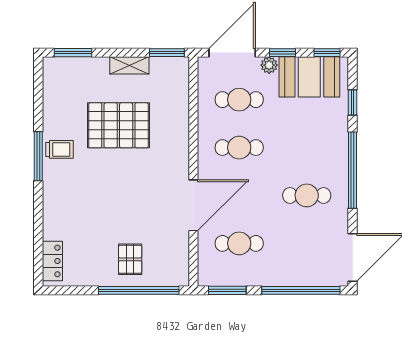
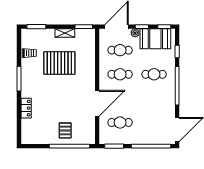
trolley: (59, 149) -> (29, 53), moved
cafe table: (307, 195) -> (154, 74), moved
locker: (52, 261) -> (26, 108), moved

